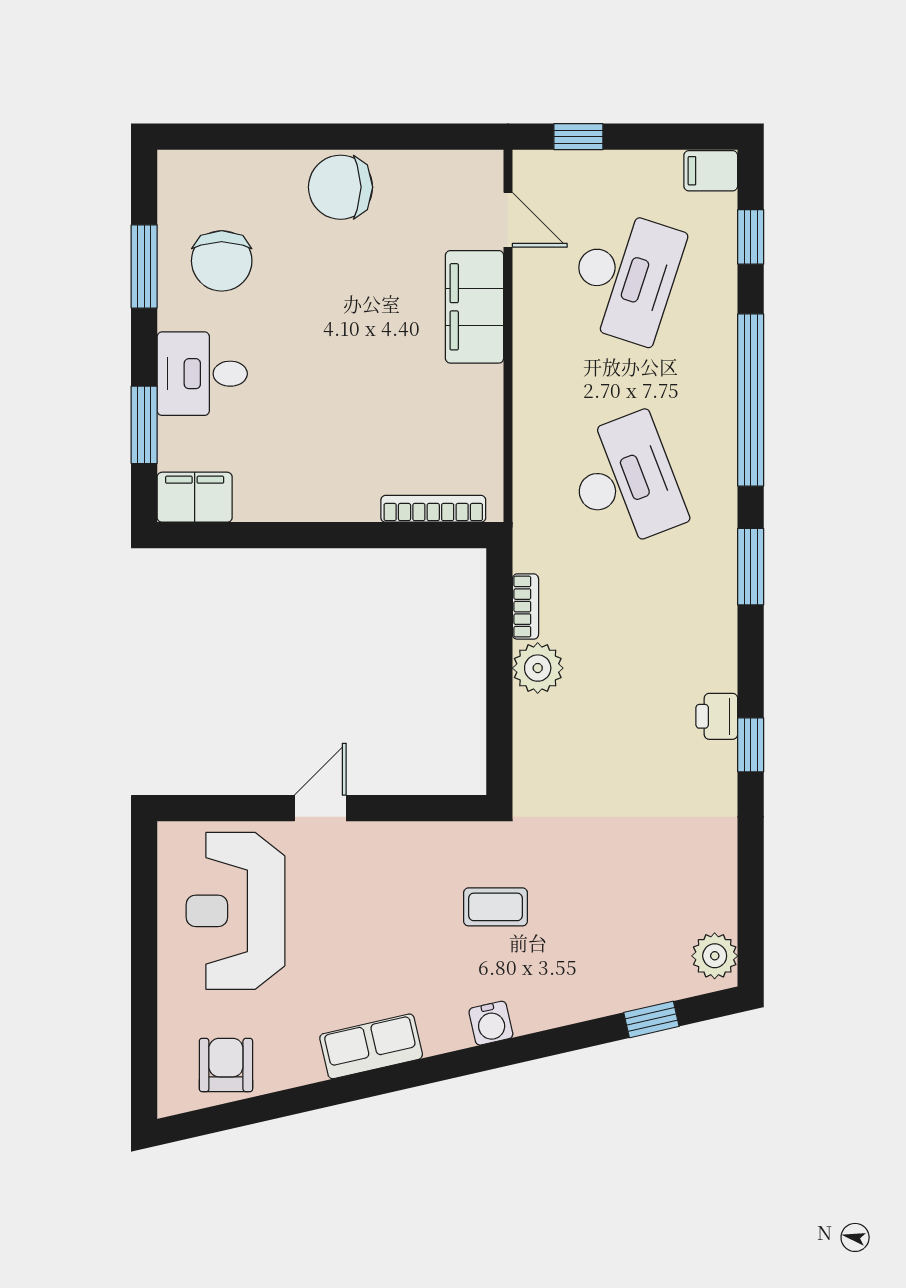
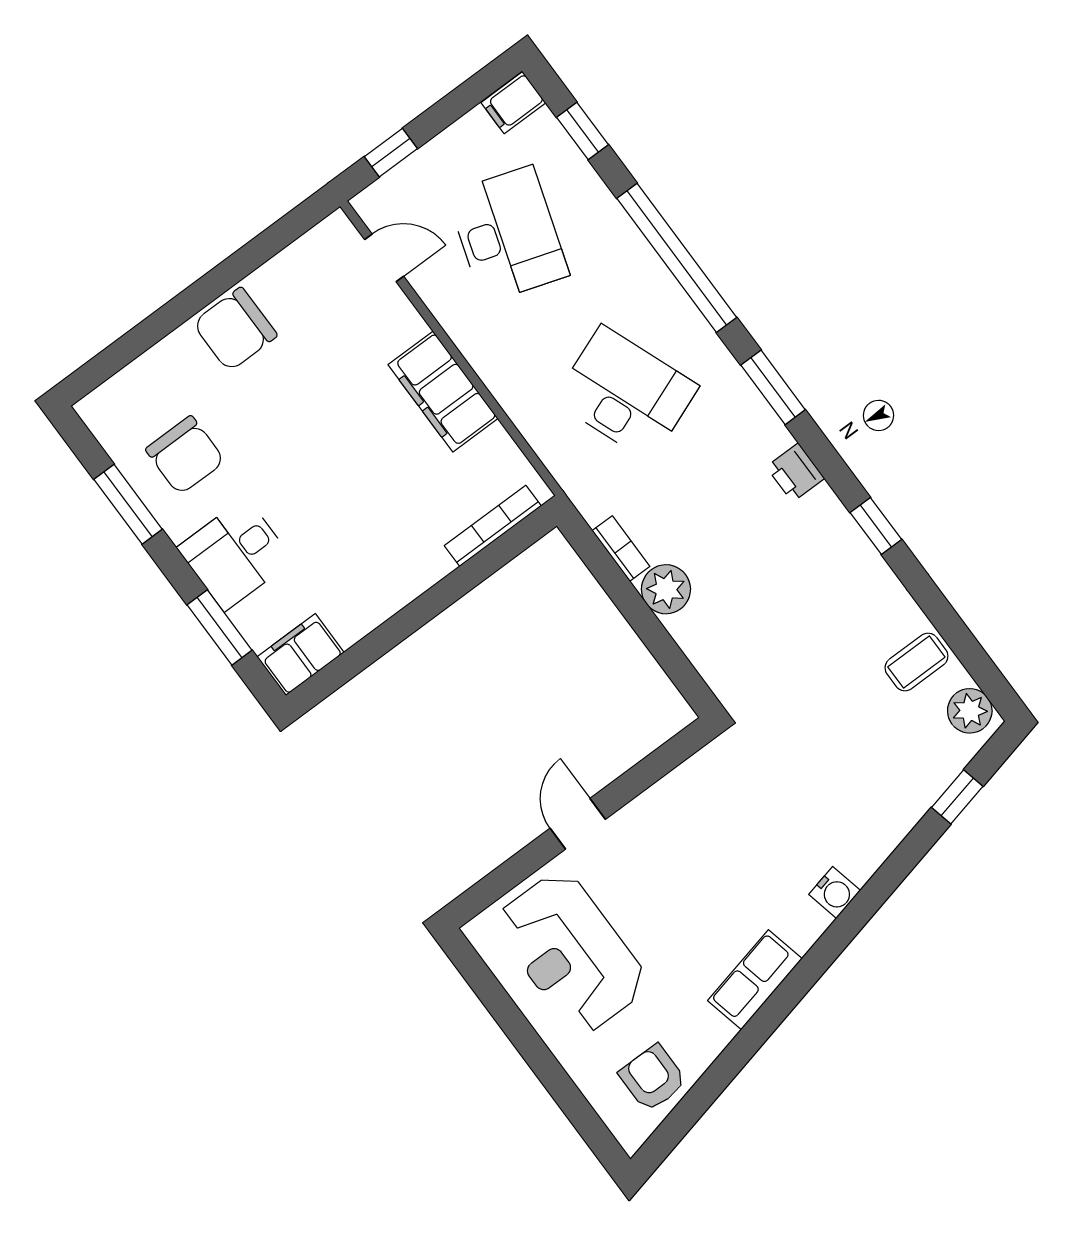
filing cabinet: (475, 307) -> (443, 392), moved
printer: (717, 716) -> (795, 473), moved
coffee table: (496, 907) -> (916, 662), moved

